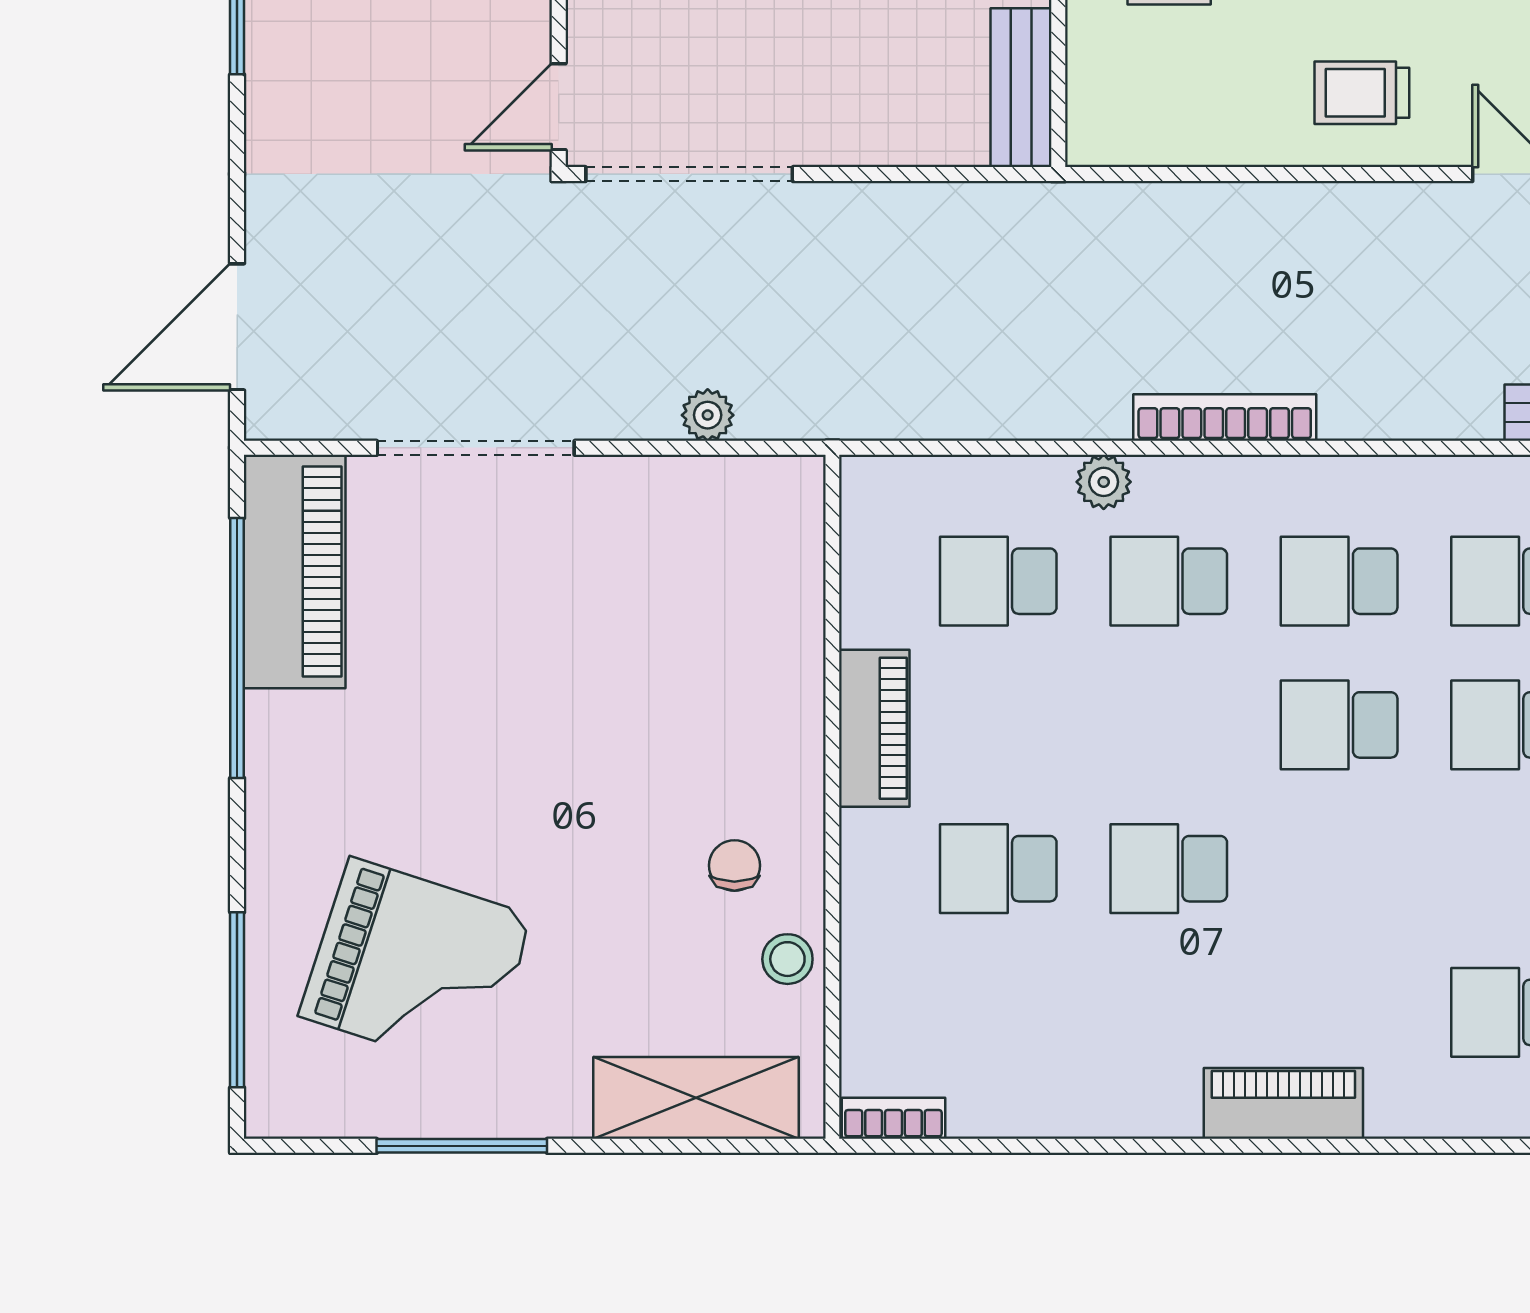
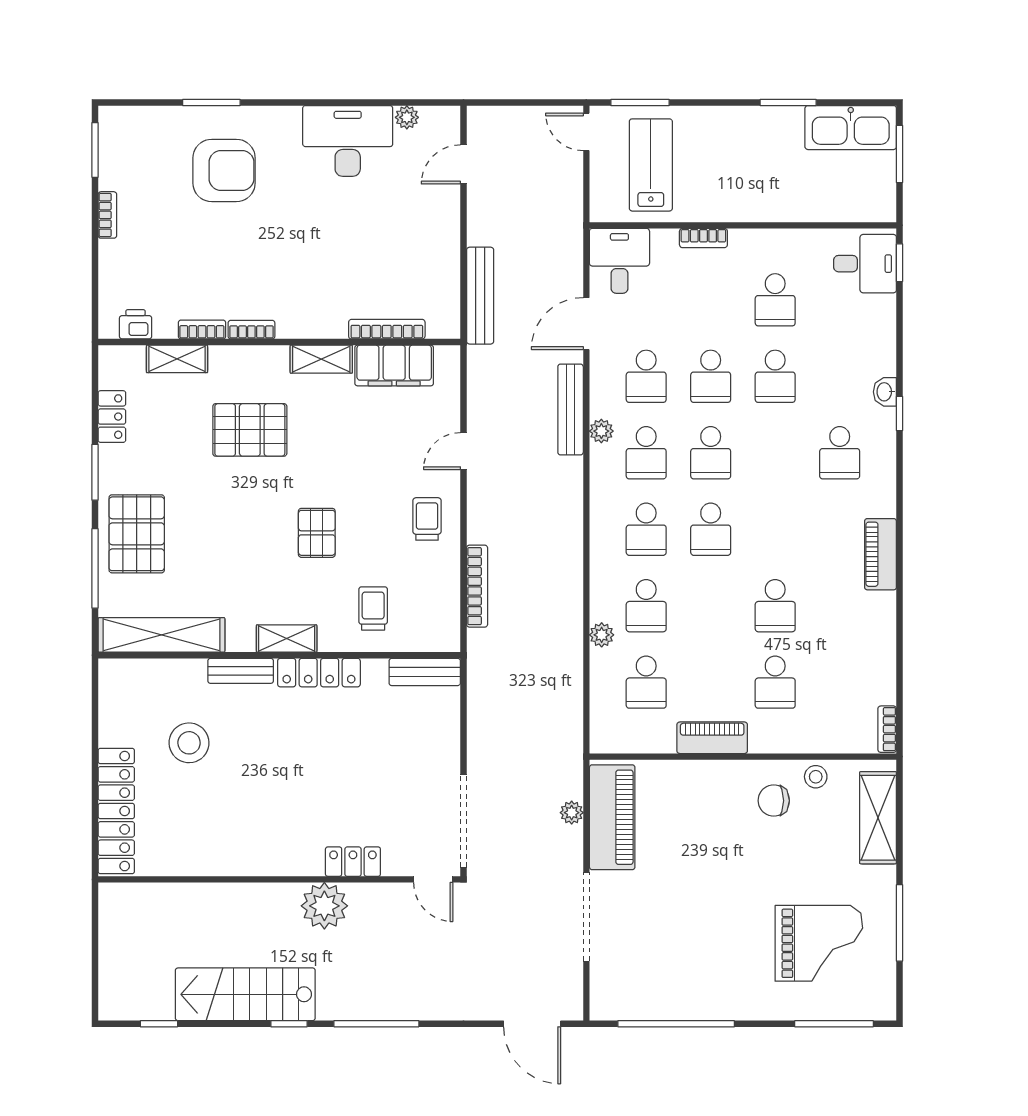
trolley: (1362, 93) -> (427, 519), turned 180
bookcase: (1225, 418) -> (477, 586), moved, turned 180
piano: (295, 571) -> (612, 817), moved, turned 90
chair: (734, 865) -> (774, 801), width x1.37, depth x1.37
grand piano: (416, 966) -> (819, 943), turned 72

